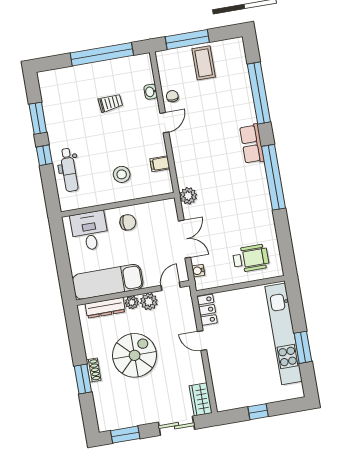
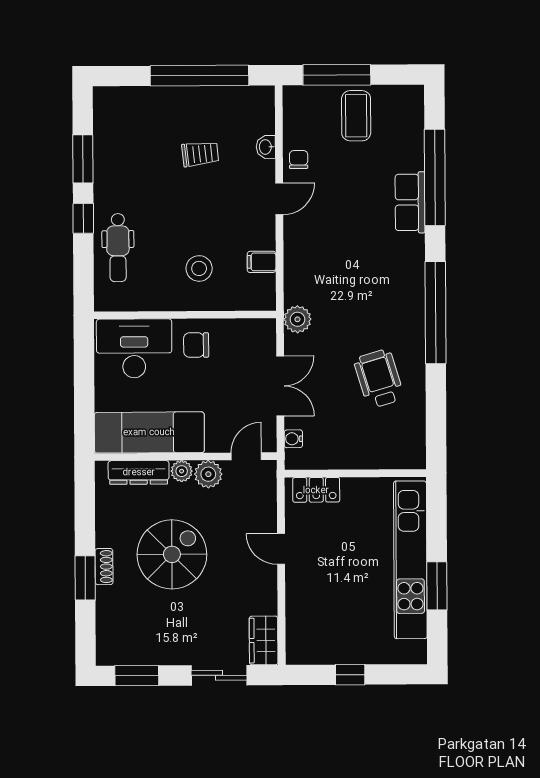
row of seats: (252, 144) -> (410, 202), moved
chair: (128, 222) -> (196, 345), turned 180
desk: (90, 231) -> (134, 348), width x1.37
wheelchair: (251, 258) -> (379, 379), moved, turned -107
locker: (207, 310) -> (316, 490), moved, turned 90

